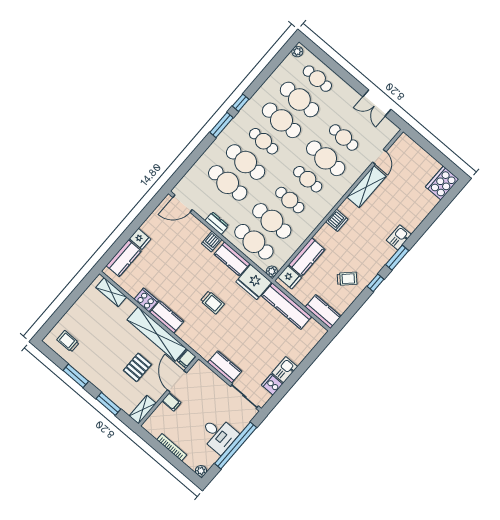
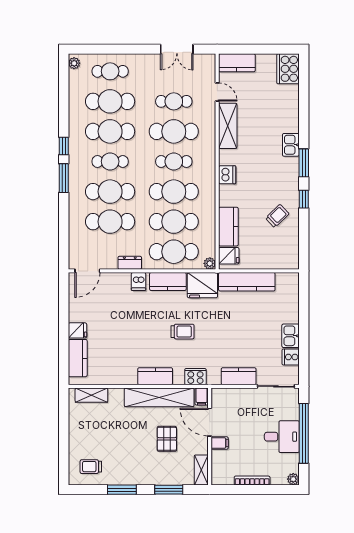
cafe table: (290, 200) -> (174, 192), width x1.37, depth x1.35
cooker: (146, 300) -> (195, 377), moved
kitchen counter: (323, 312) -> (237, 63), moved, turned 180

